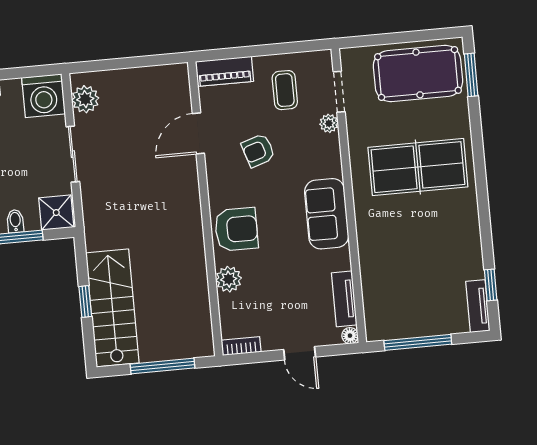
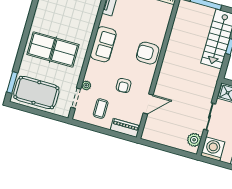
armchair: (258, 151) -> (124, 85), turned 106
plant: (229, 279) -> (160, 32), removed

